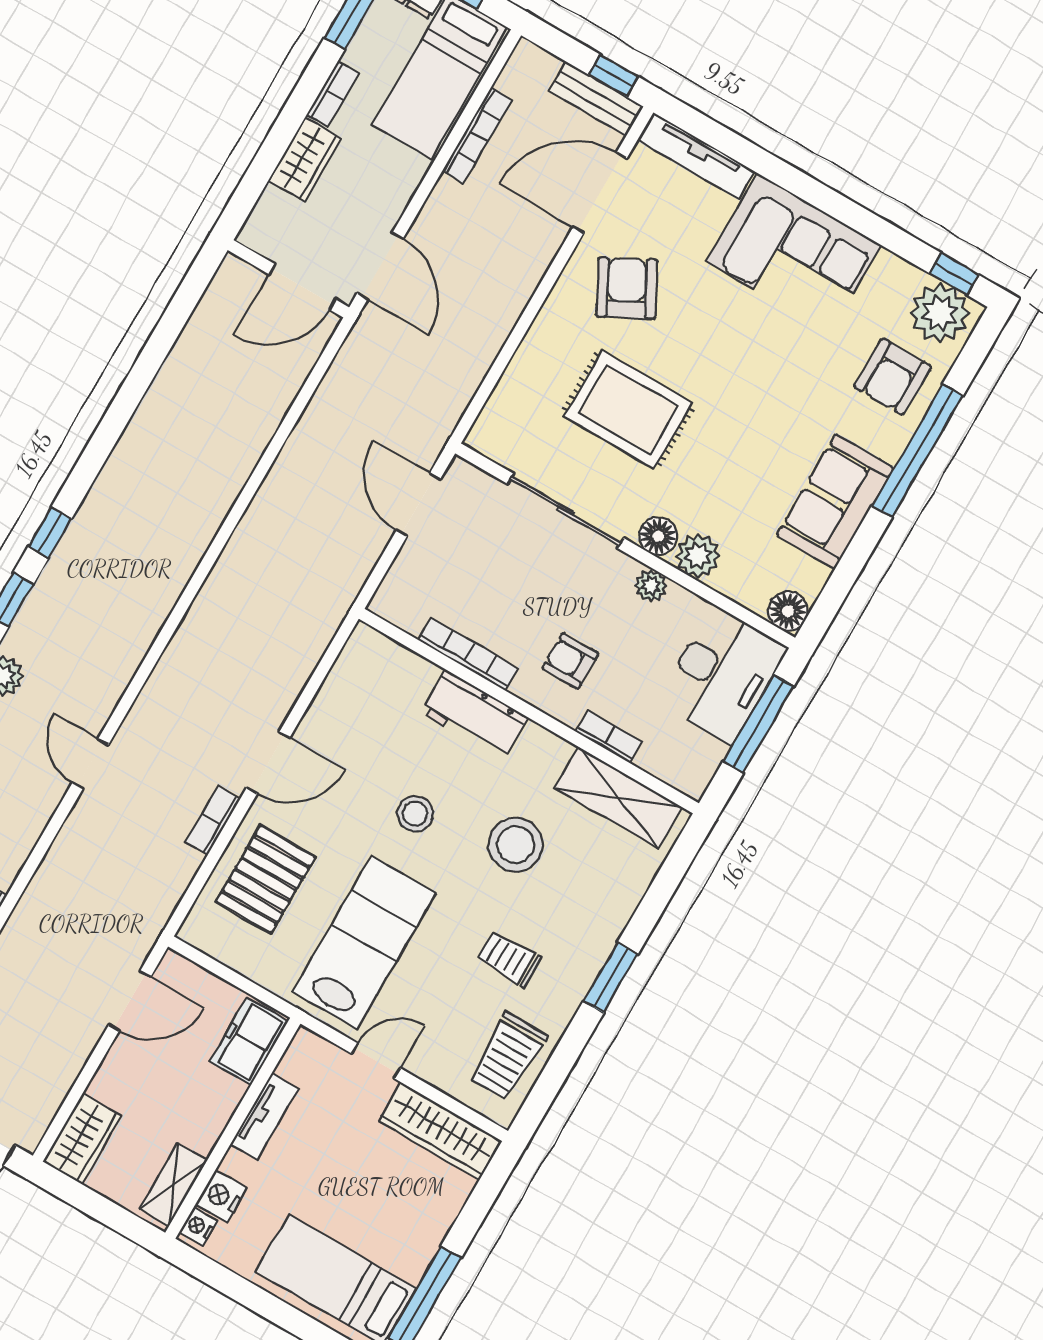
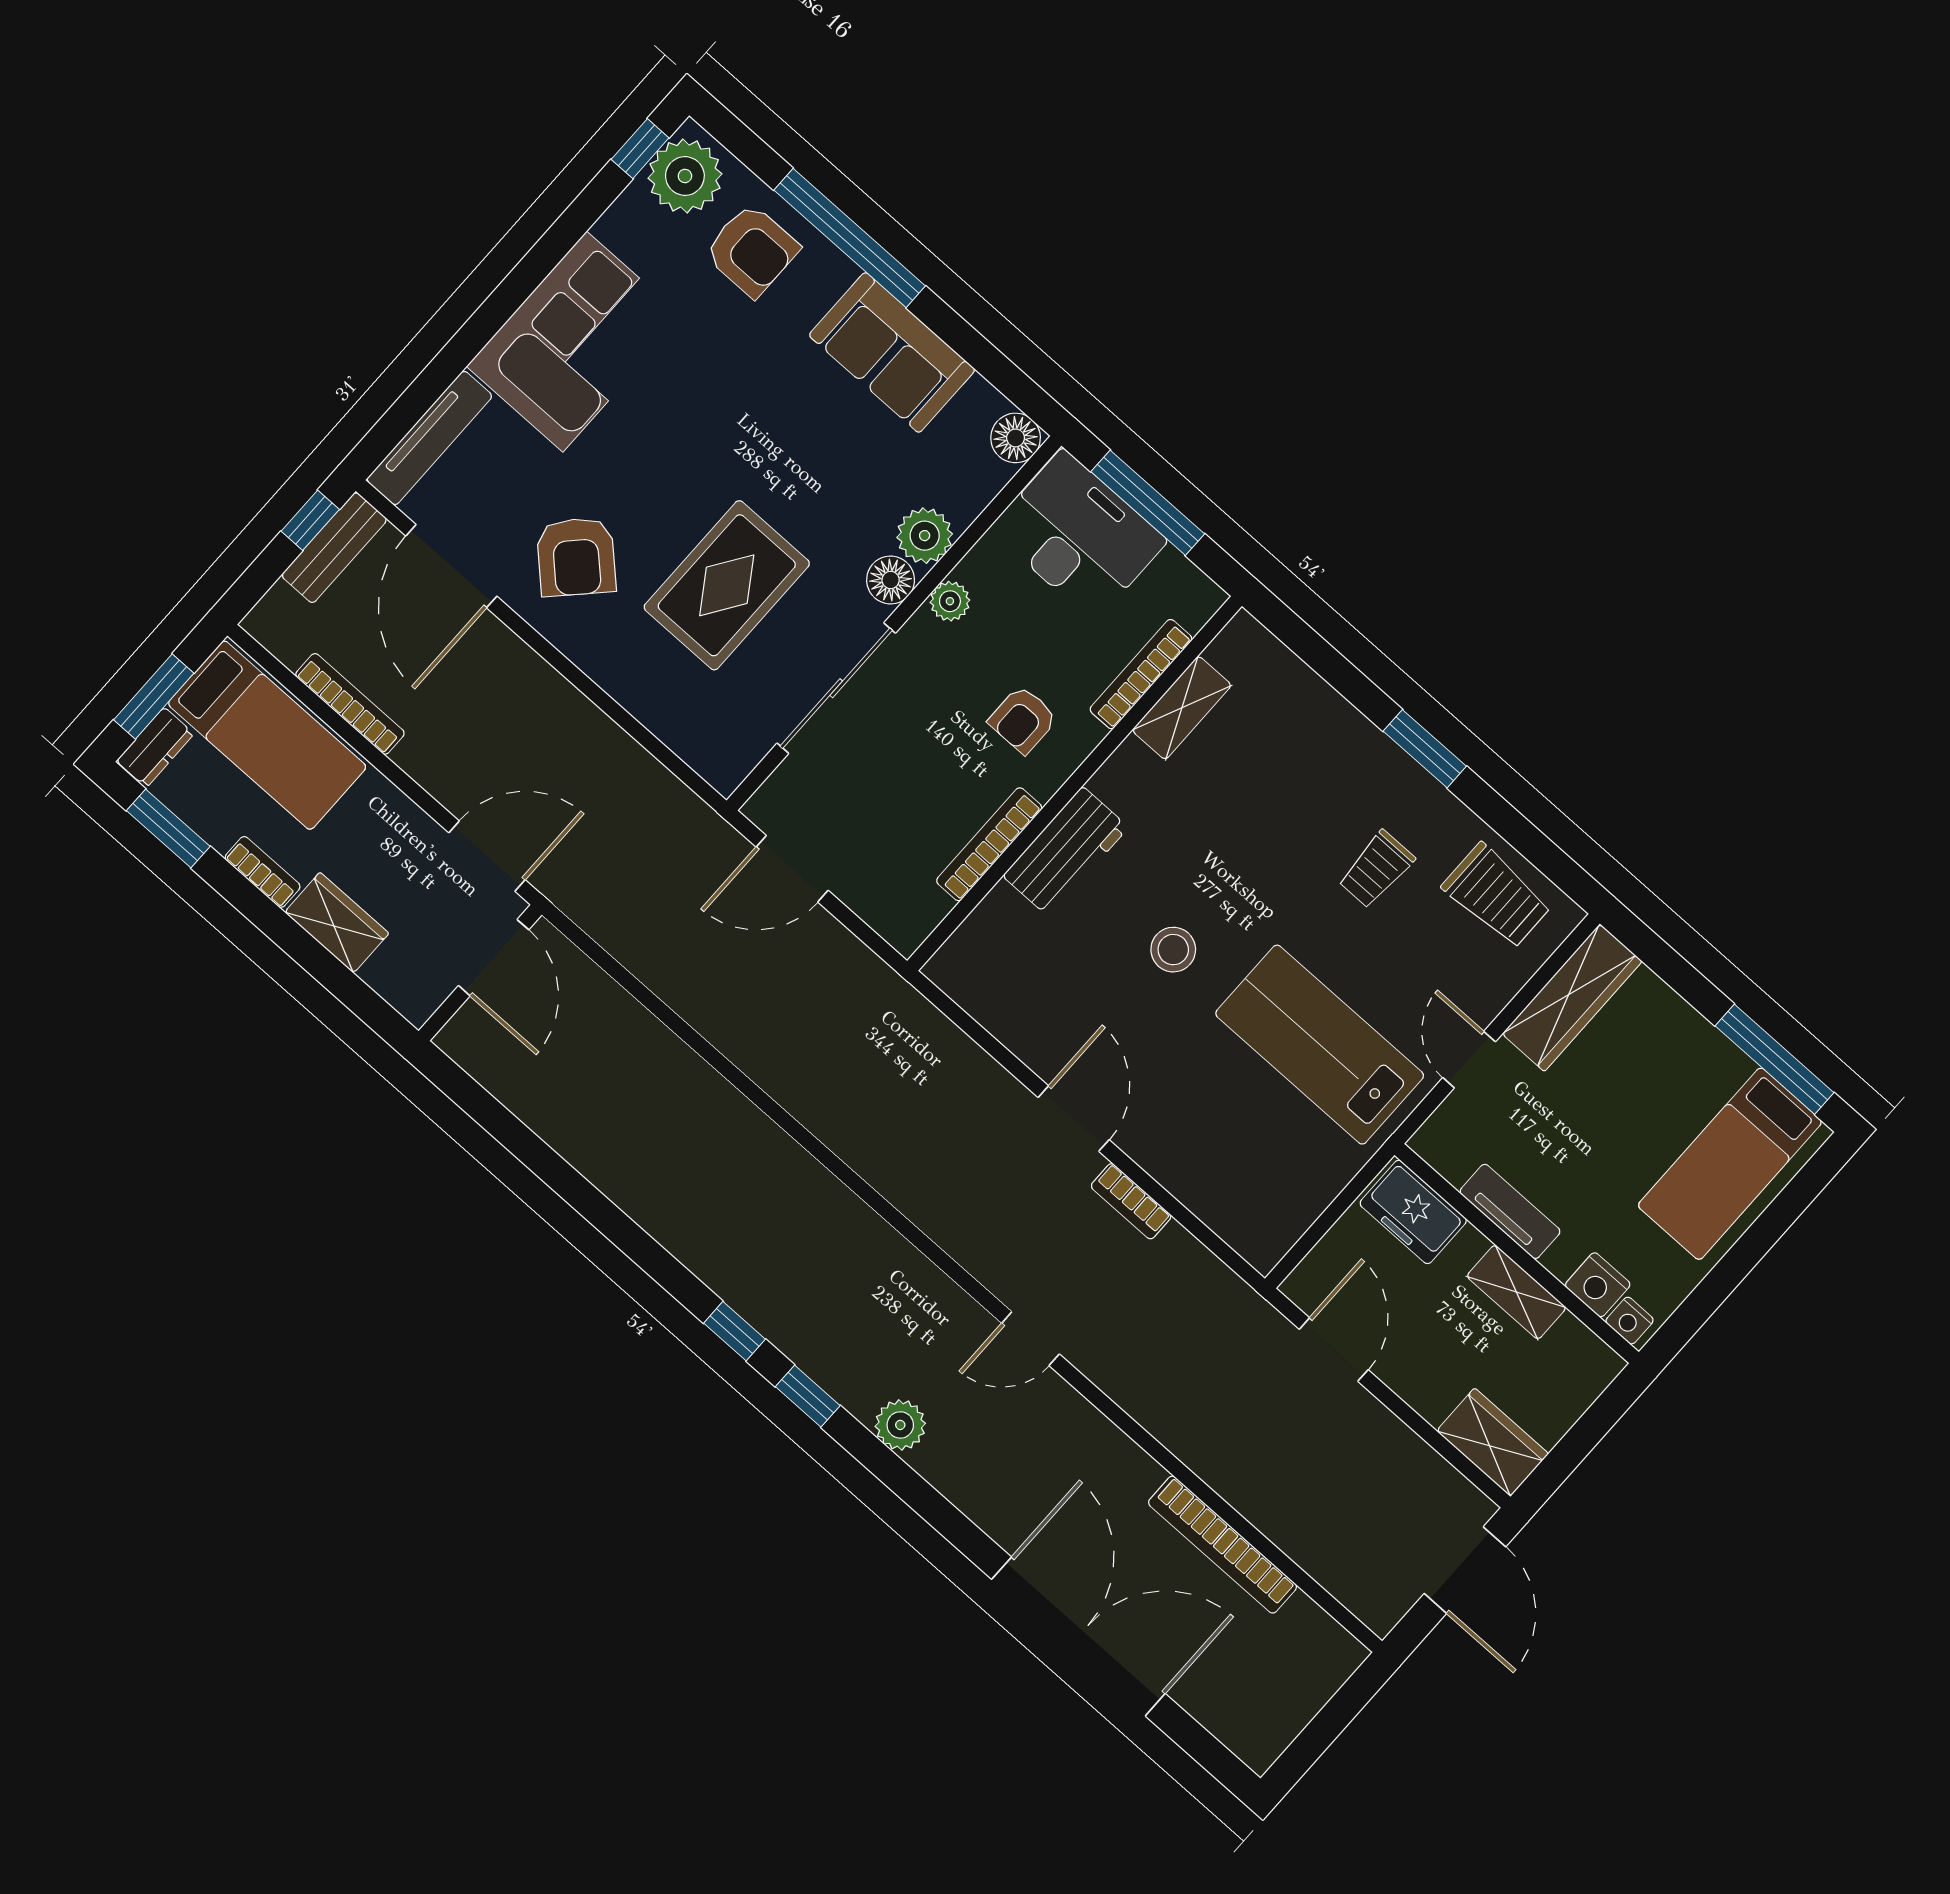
armchair: (627, 288) -> (576, 557), turned -108
bookcase: (609, 737) -> (1141, 674), width x1.56
shelving: (619, 798) -> (1182, 708), width x0.67, depth x0.75
stool: (516, 845) -> (1236, 833), removed
pallet: (266, 879) -> (1217, 1151), removed
shelving: (173, 1184) -> (1516, 1292), moved

